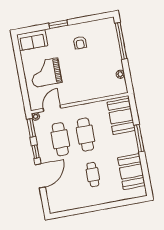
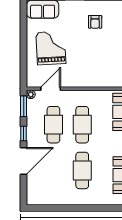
grand piano: (46, 73) -> (51, 48), turned 87
cafe table: (93, 175) -> (82, 170), width x1.37, depth x1.35

